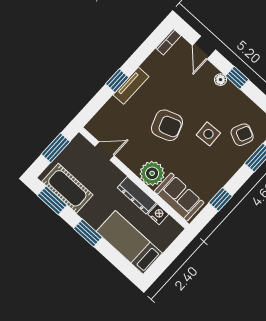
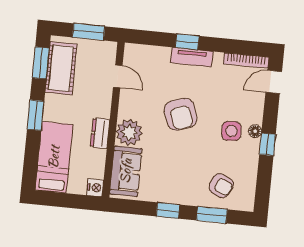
bookcase: (168, 42) -> (246, 60), width x1.56
door: (204, 48) -> (274, 82), moved
side table: (208, 134) -> (231, 131), moved
dresser: (137, 195) -> (100, 133), width x0.70
window: (221, 199) -> (168, 211), moved
nightstand: (158, 214) -> (95, 188), moved

